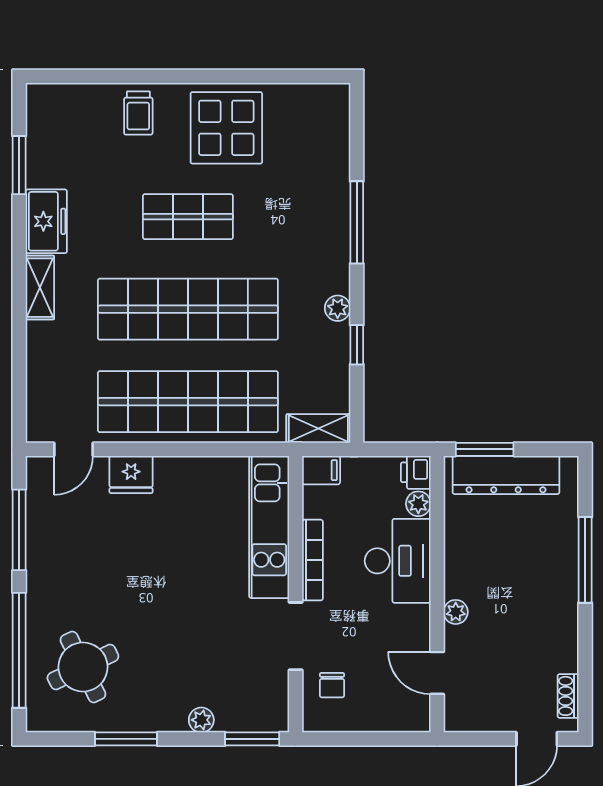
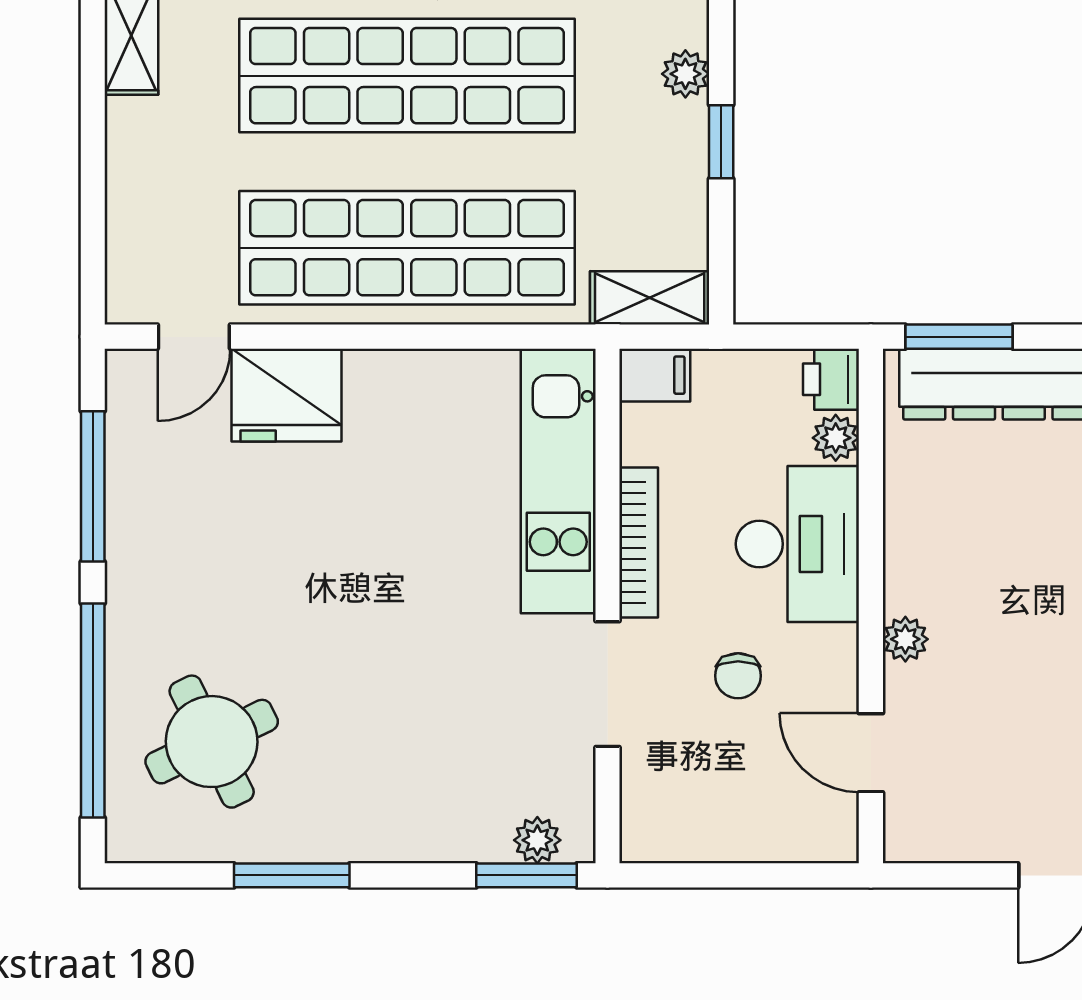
fridge: (131, 475) -> (287, 395), width x1.36, depth x1.34
chair: (332, 685) -> (738, 676), moved
plant: (201, 720) -> (537, 840), moved

